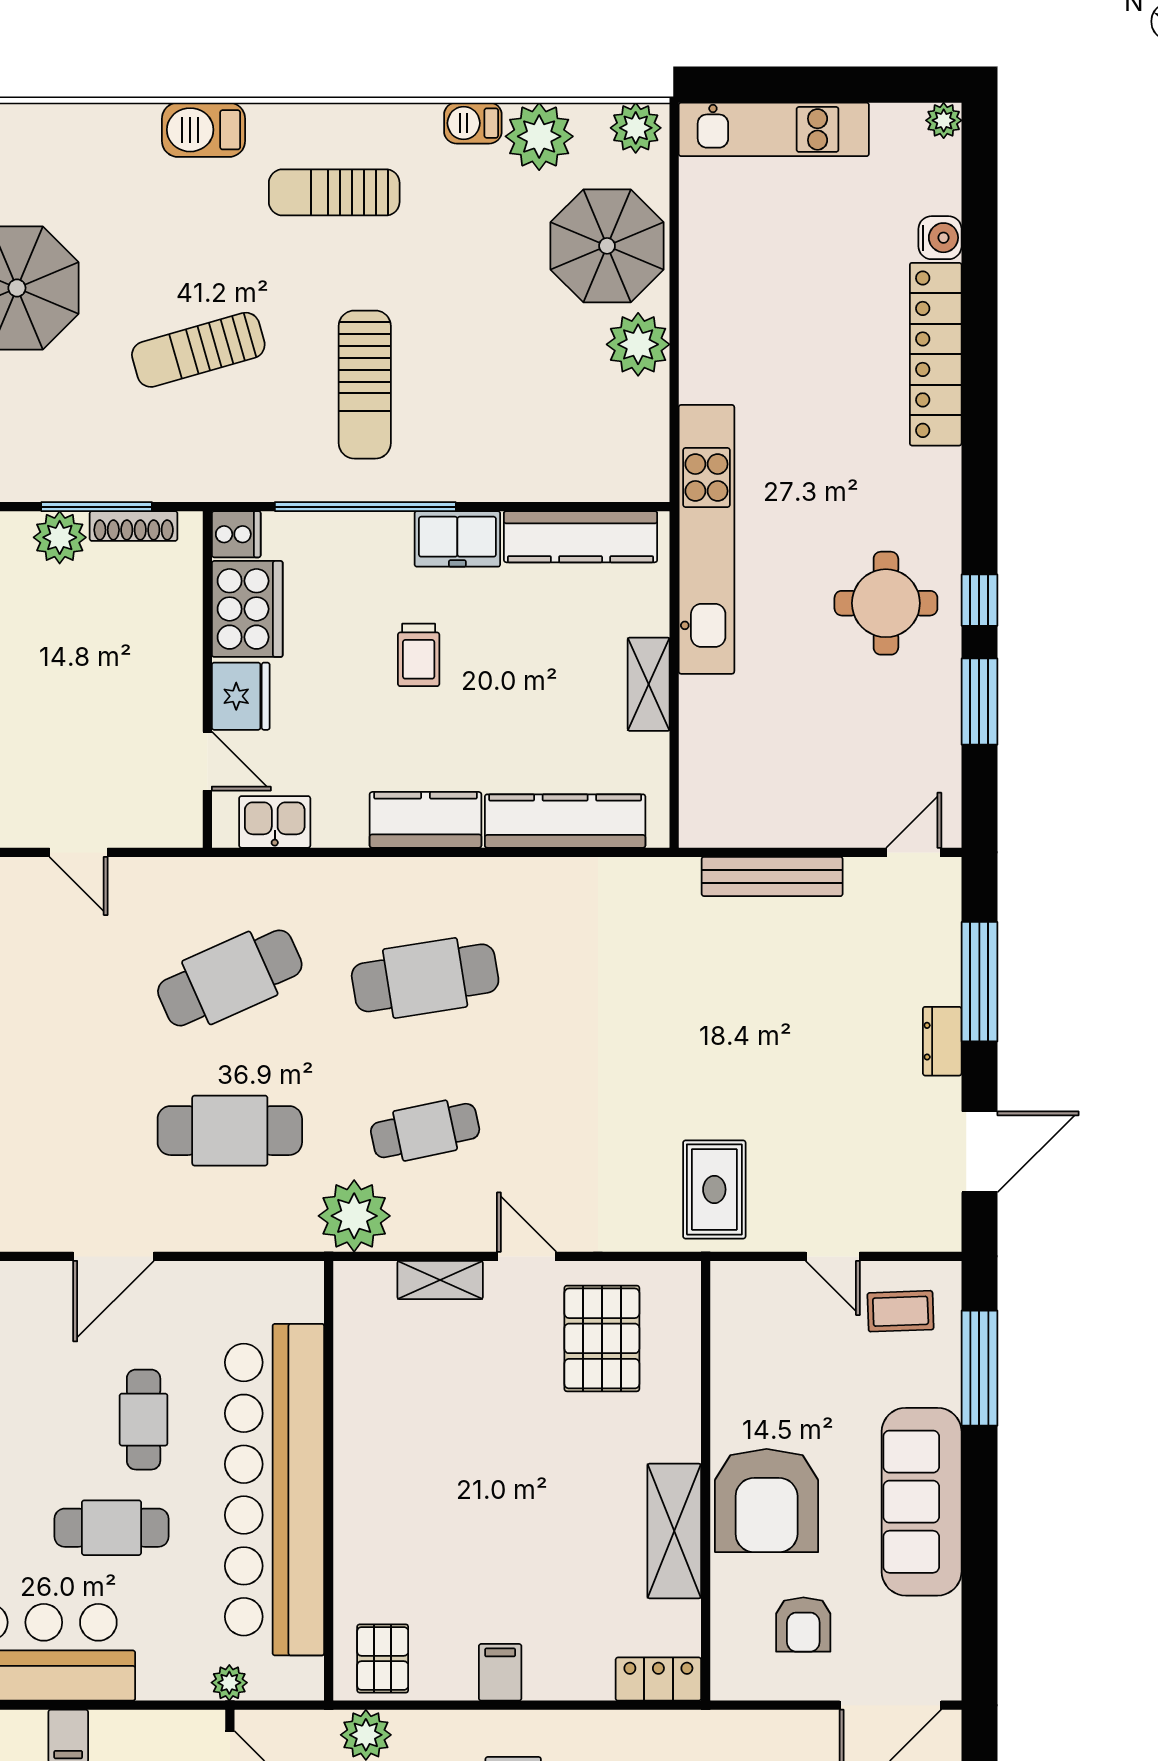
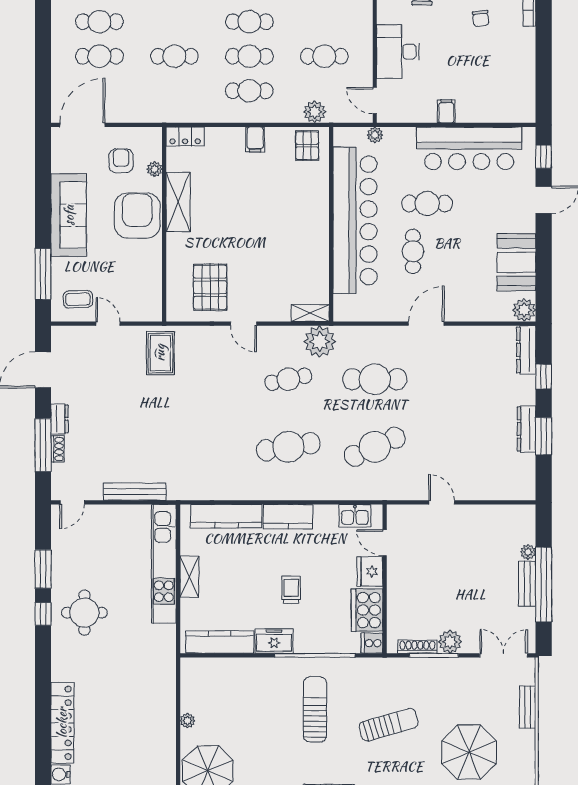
plant: (638, 344) -> (188, 721), width x0.53, depth x0.53
kitchen unit: (706, 539) -> (164, 564), moved
shoe rack: (947, 973) -> (57, 449), added
shelving: (440, 1280) -> (310, 313), moved
plant: (727, 1605) -> (155, 169), added

